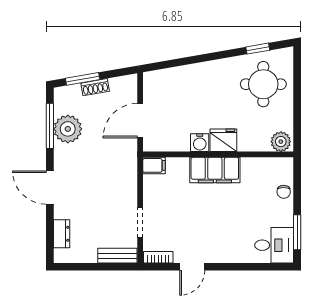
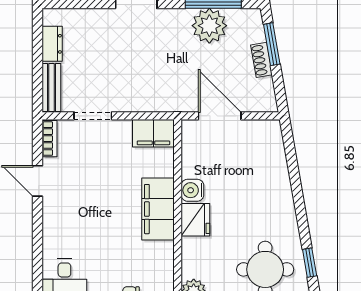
filing cabinet: (154, 165) -> (153, 133), width x2.00
dresser: (62, 234) -> (52, 44), moved, turned -90

